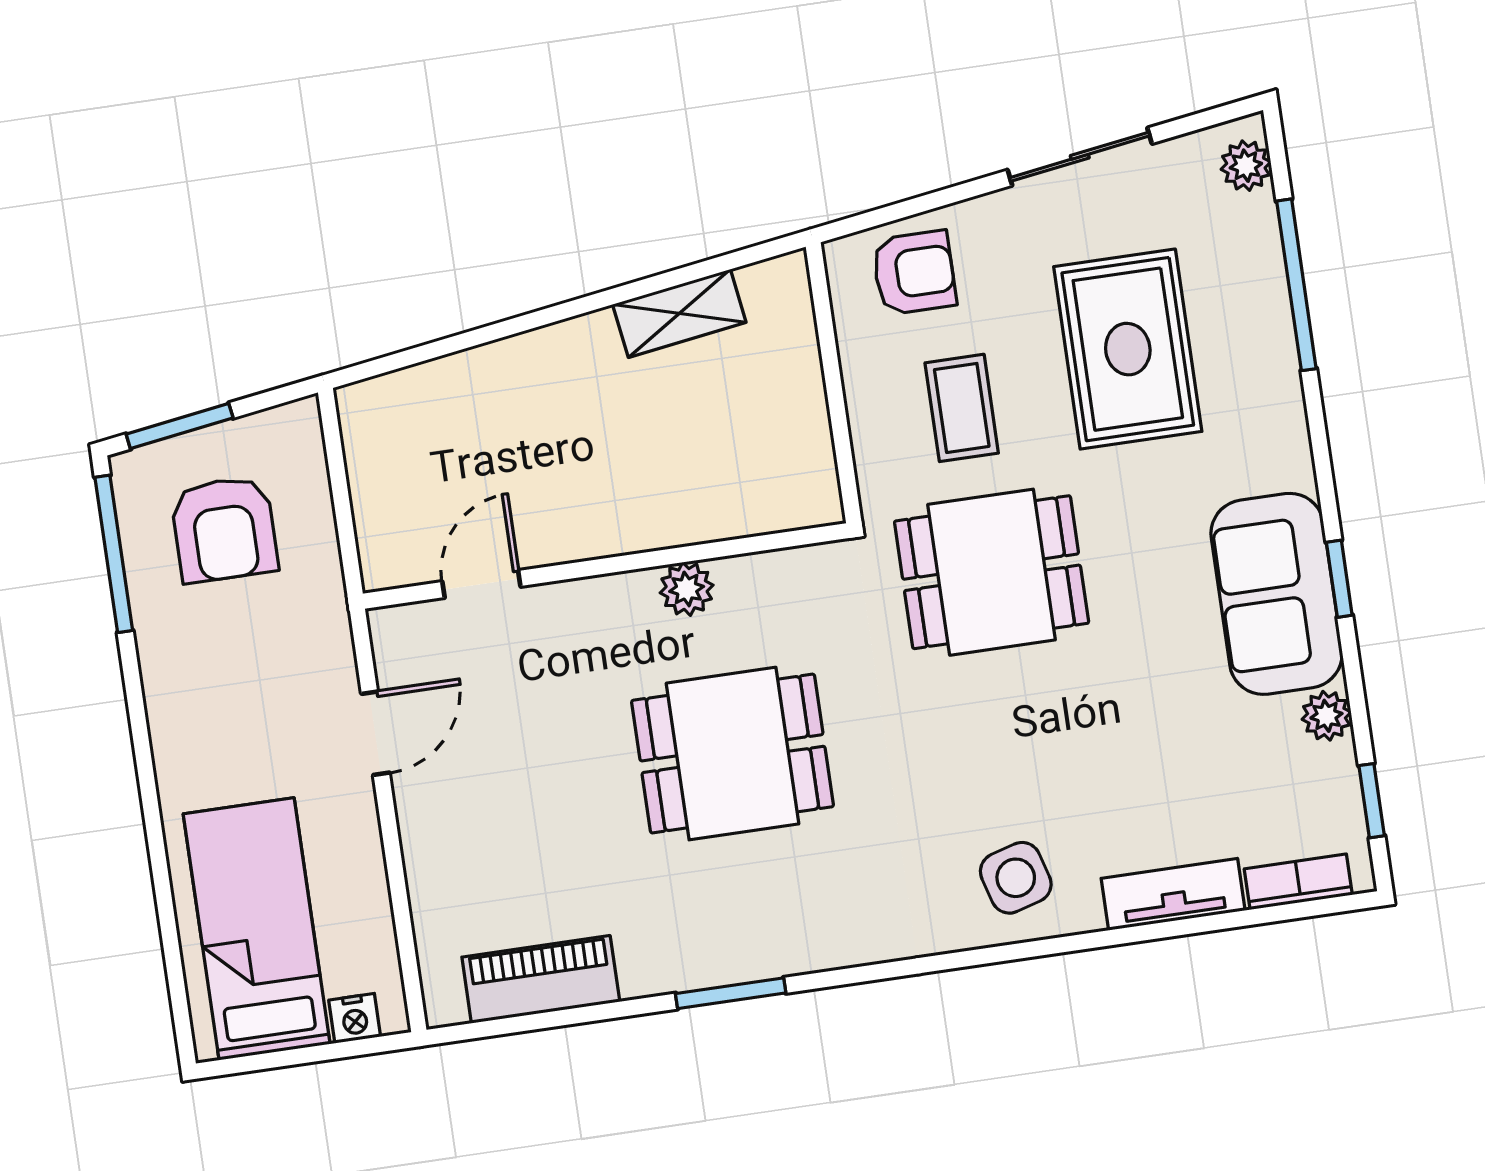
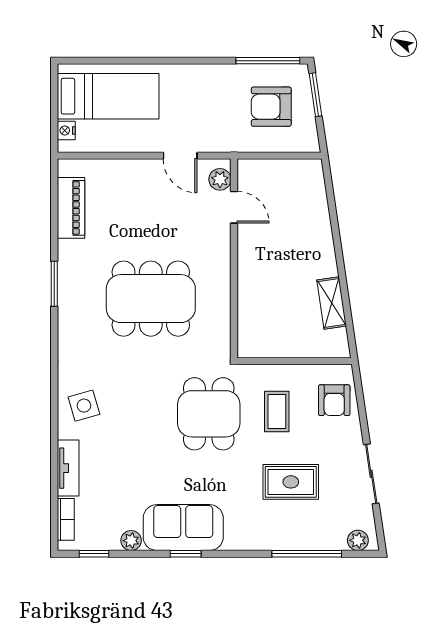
rug: (1128, 349) -> (291, 482), width x0.73, depth x0.70
coffee table: (962, 408) -> (277, 411), turned 90
plant: (687, 589) -> (220, 179), moved
dining table: (733, 754) -> (151, 299), width x1.38

